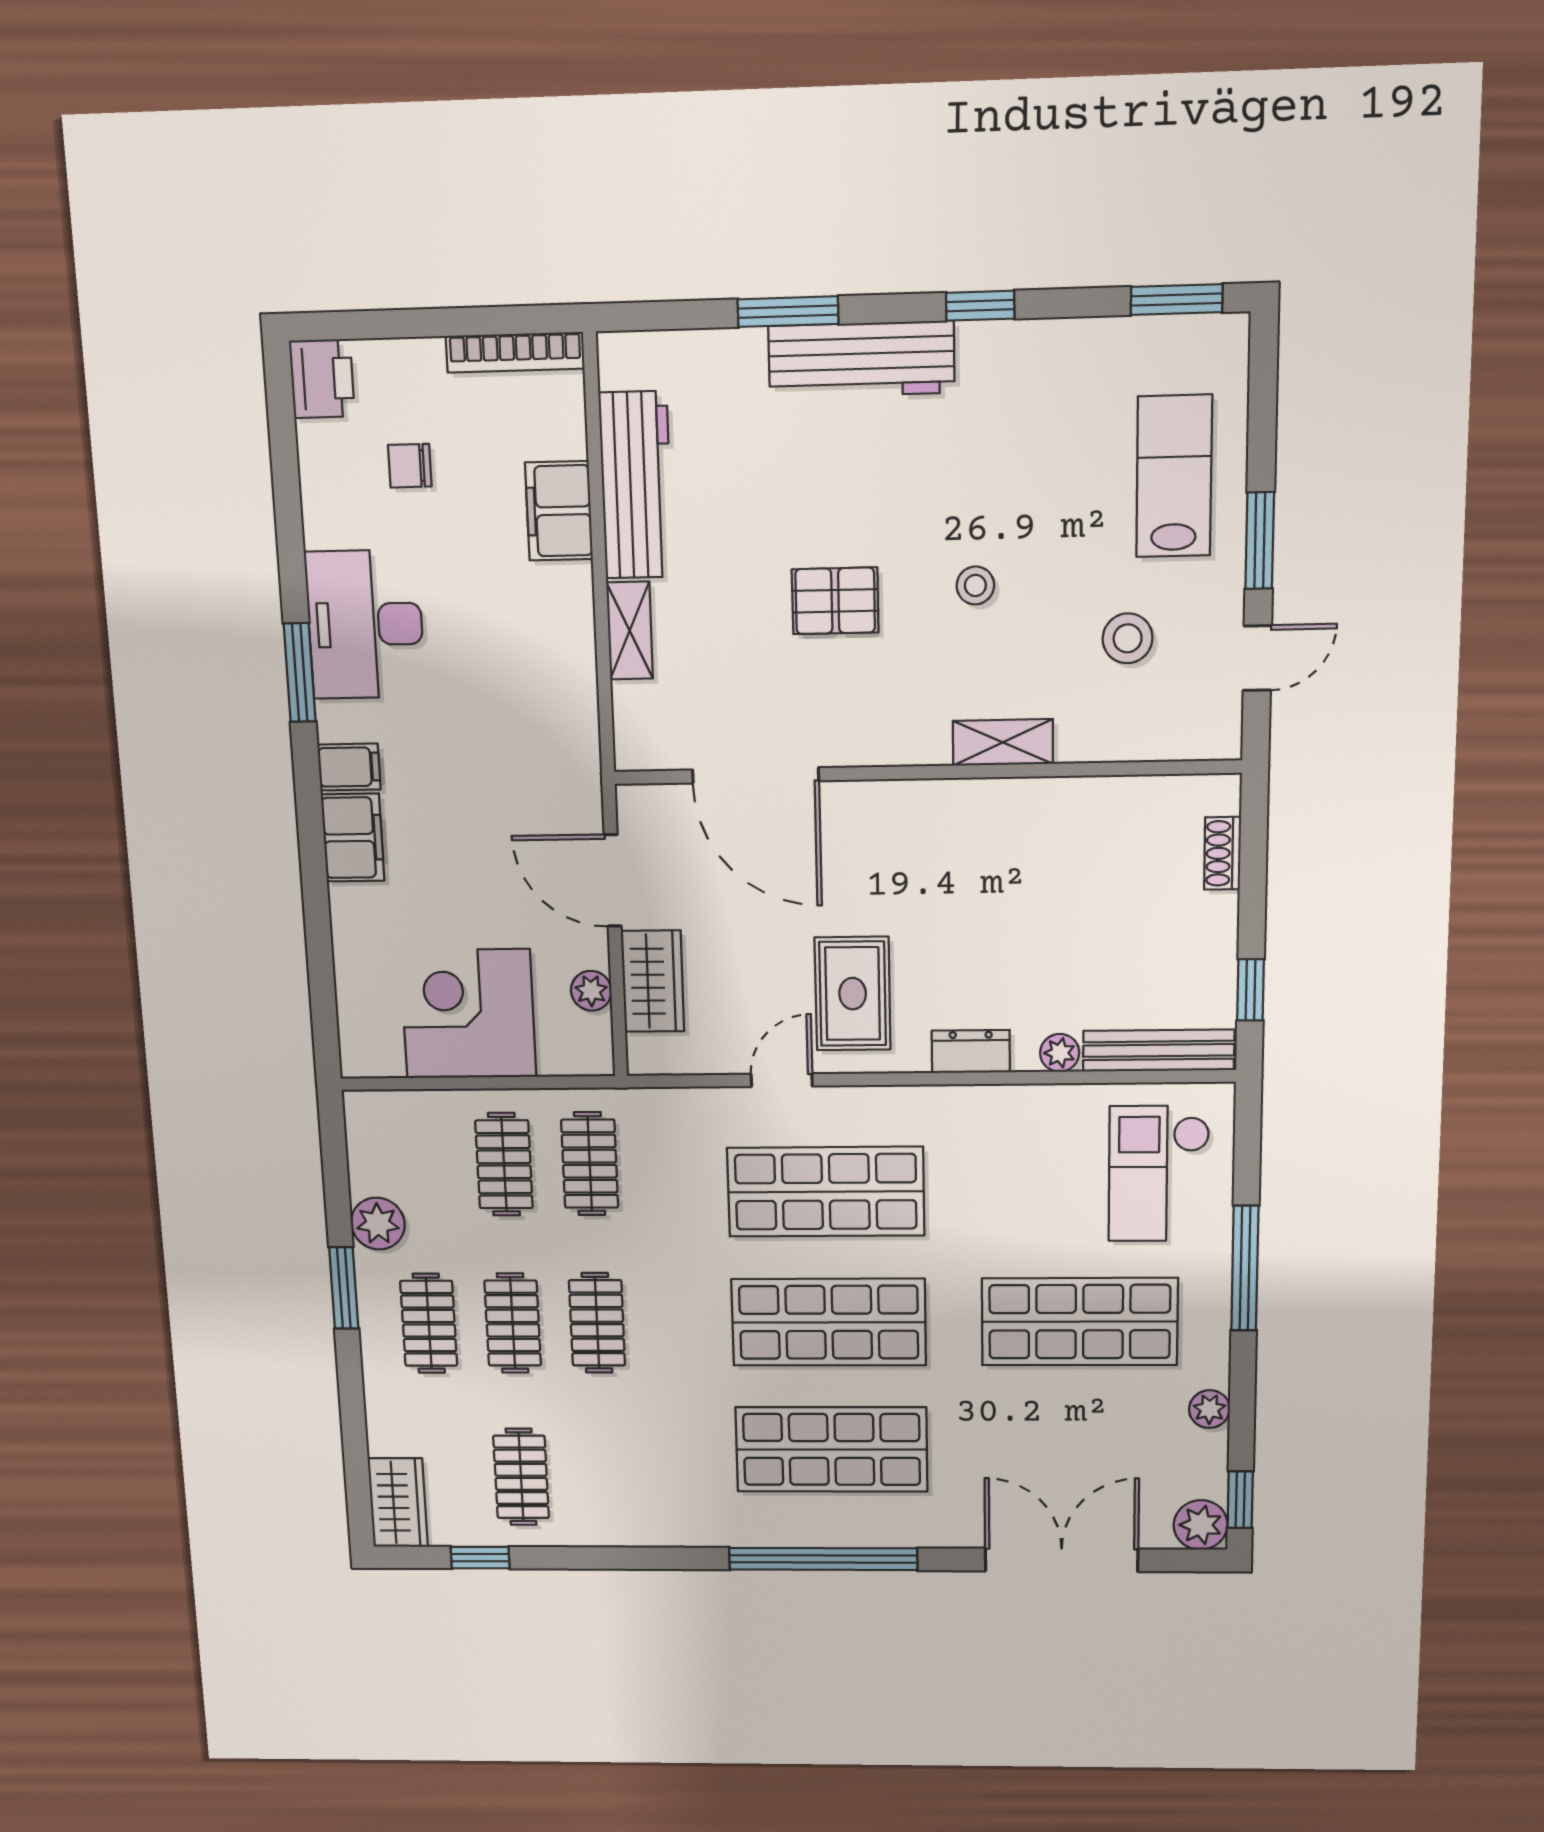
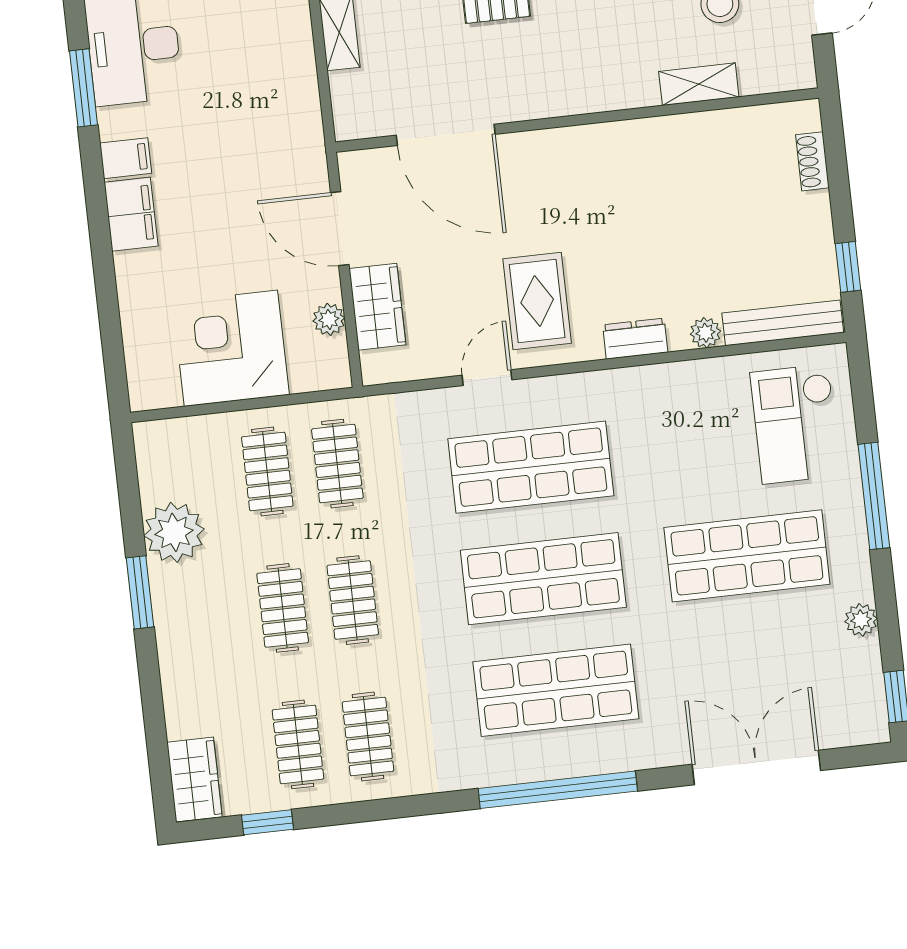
shelving: (1003, 742) -> (699, 84), moved
plant: (378, 1224) -> (174, 532), width x1.36, depth x1.36
clothes rail: (429, 1323) -> (368, 737), moved
plant: (1201, 1525) -> (867, 723), removed

